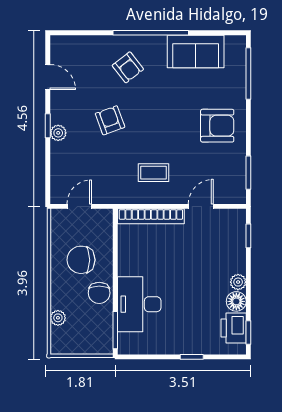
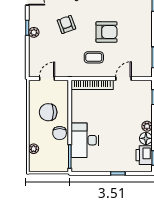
armchair: (217, 126) -> (106, 32), moved

